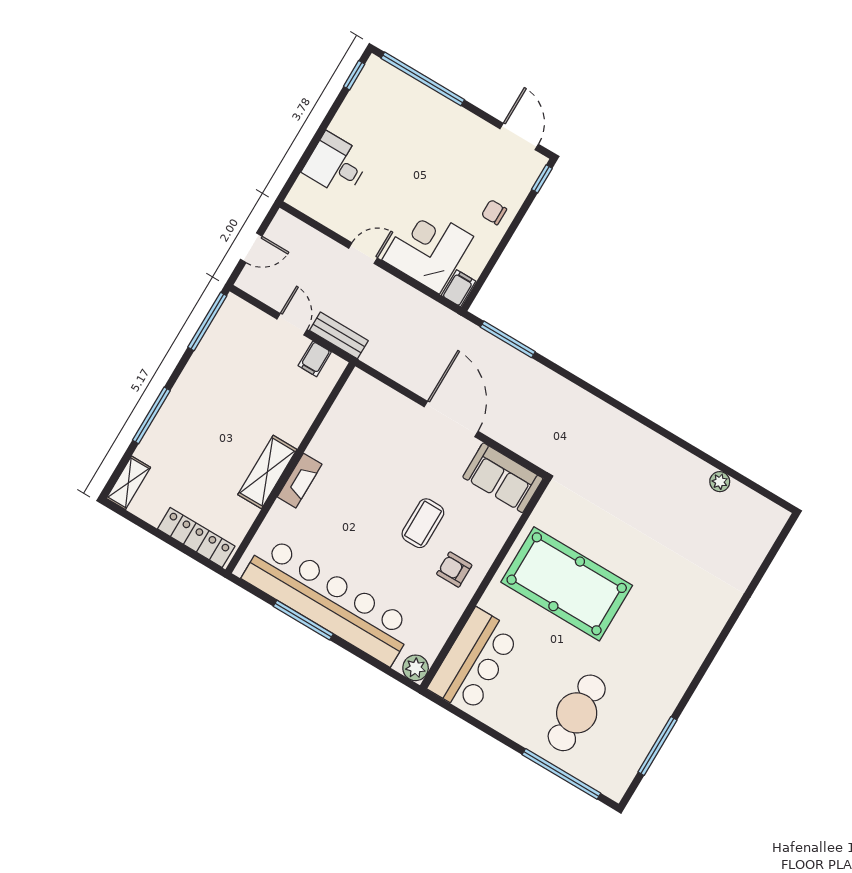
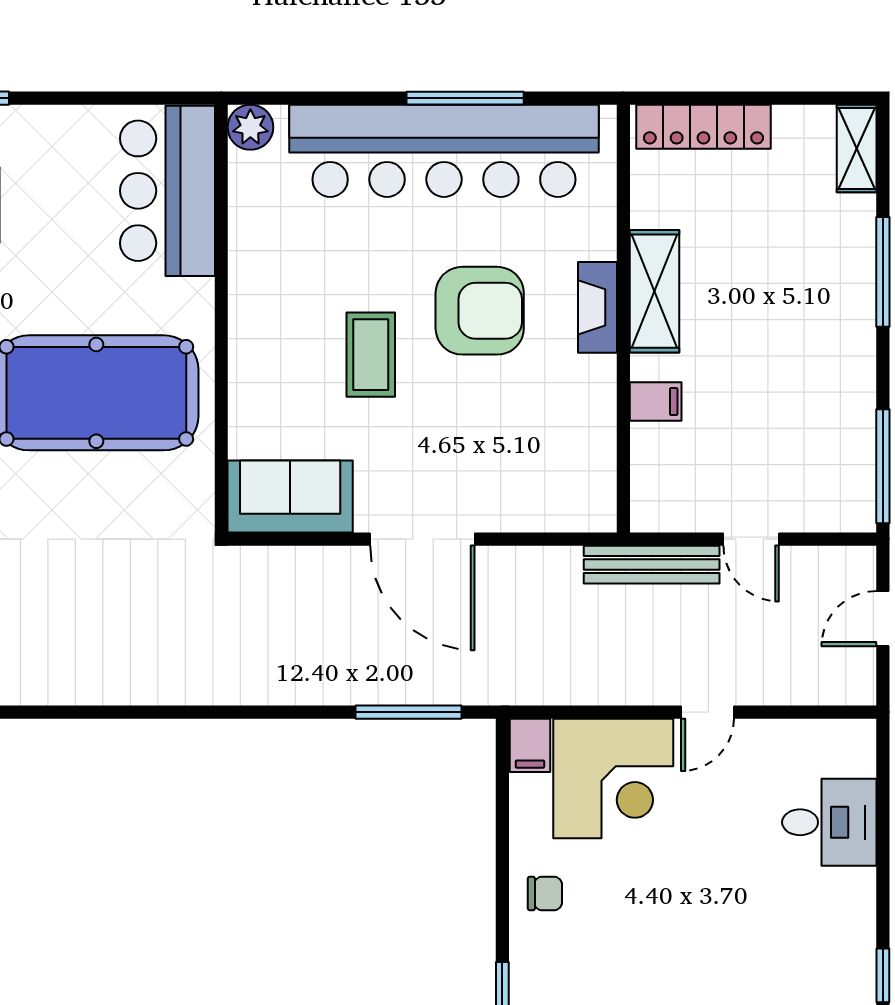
bench: (339, 335) -> (652, 565), width x1.36
filing cabinet: (315, 359) -> (656, 402), moved, turned 90
armchair: (454, 570) -> (480, 311), moved, width x1.88, depth x1.88

